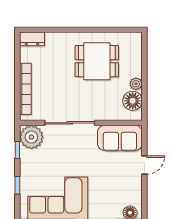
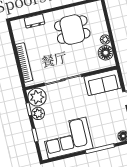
dresser: (32, 39) -> (34, 21), moved
plant: (28, 158) -> (38, 113), added

